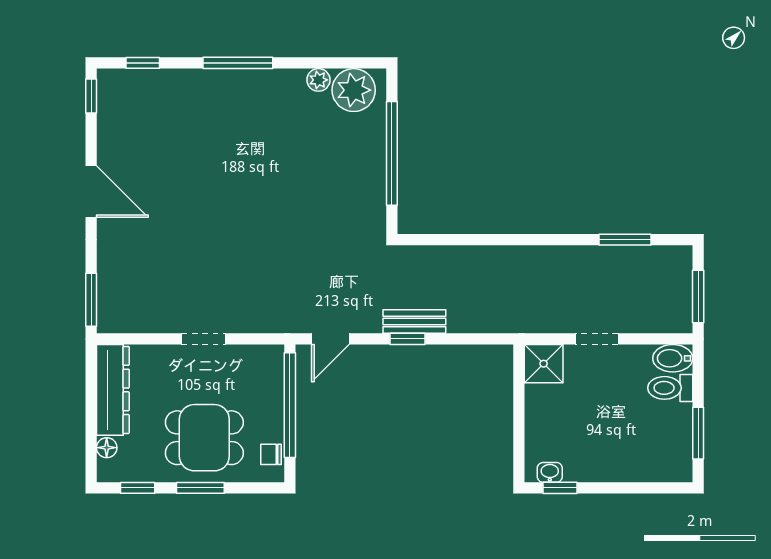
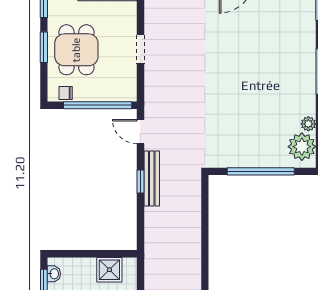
bench: (414, 322) -> (152, 179), width x1.36
shower: (544, 364) -> (109, 270), moved
chair: (271, 454) -> (66, 93), turned -90

